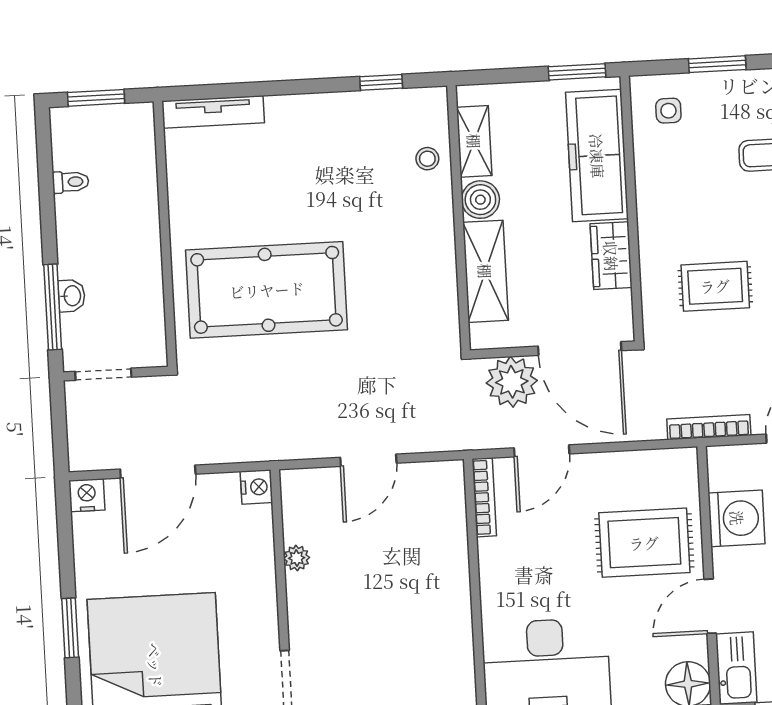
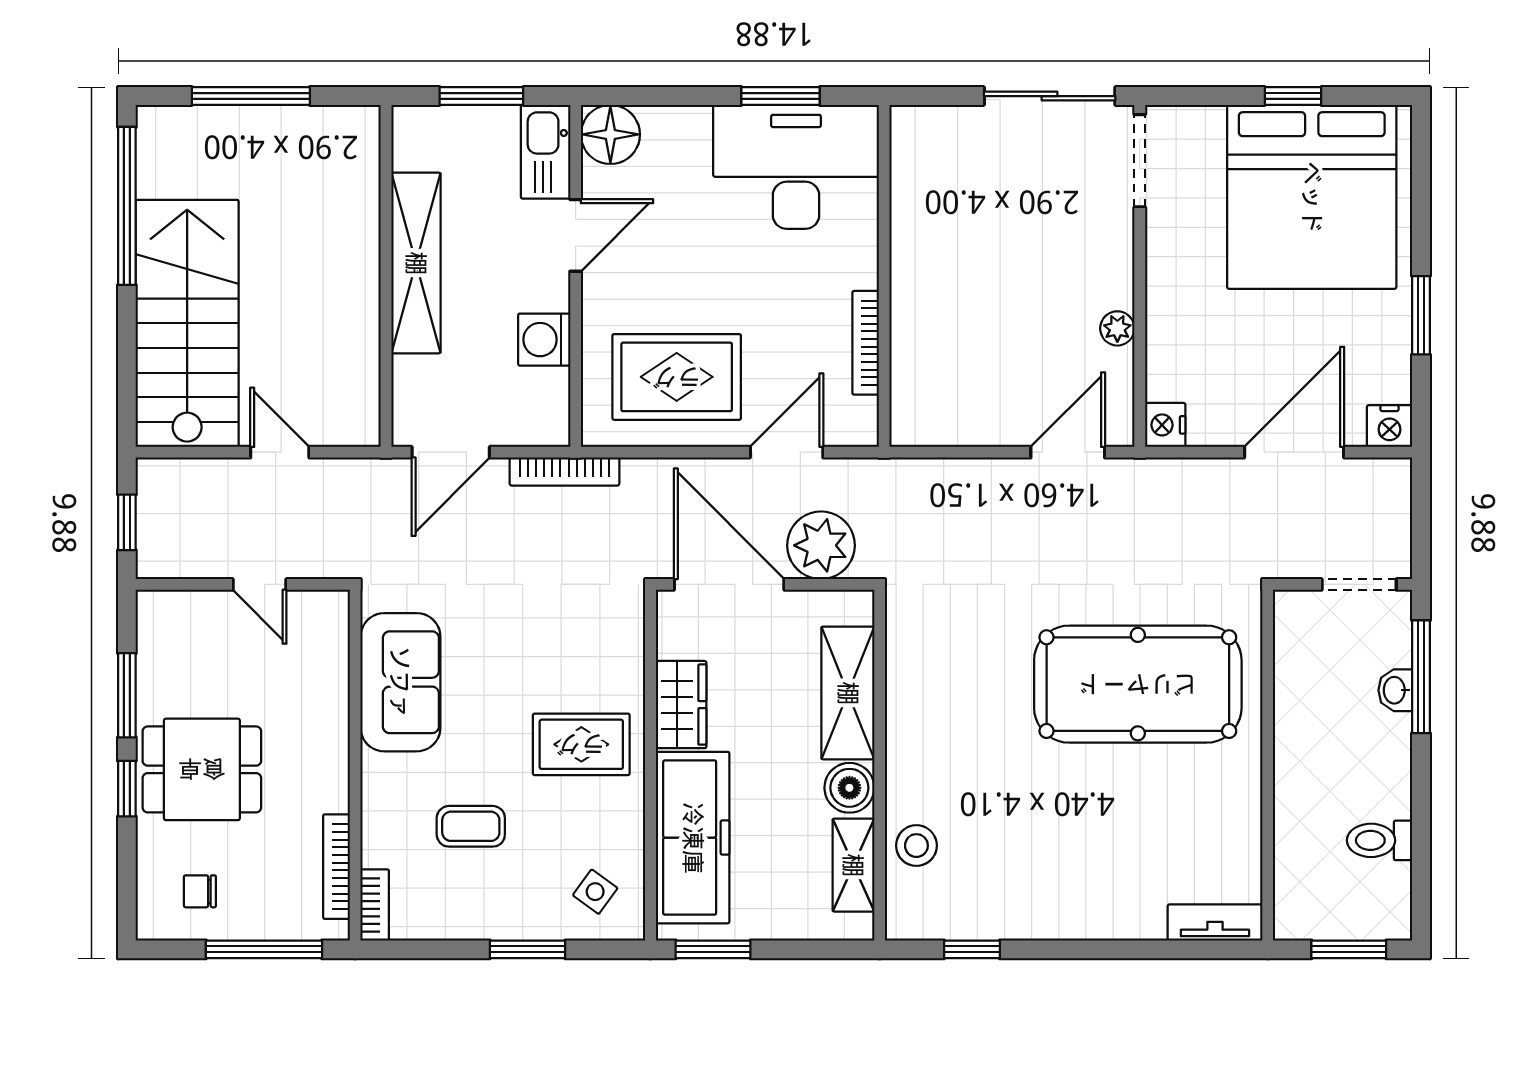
side table: (668, 111) -> (595, 892), turned 36
tv unit: (213, 112) -> (1215, 923), width x0.71
stool: (427, 159) -> (916, 846), width x1.37, depth x1.37
toilet: (70, 182) -> (1379, 840), width x1.37, depth x1.39
rug: (715, 286) -> (581, 744), moved
door: (368, 460) -> (1068, 452), moved
bookcase: (484, 497) -> (866, 343), moved
washing machine: (737, 518) -> (544, 340), width x0.73, depth x0.73
rug: (644, 543) -> (677, 377), moved
window: (70, 628) -> (1421, 315), moved

